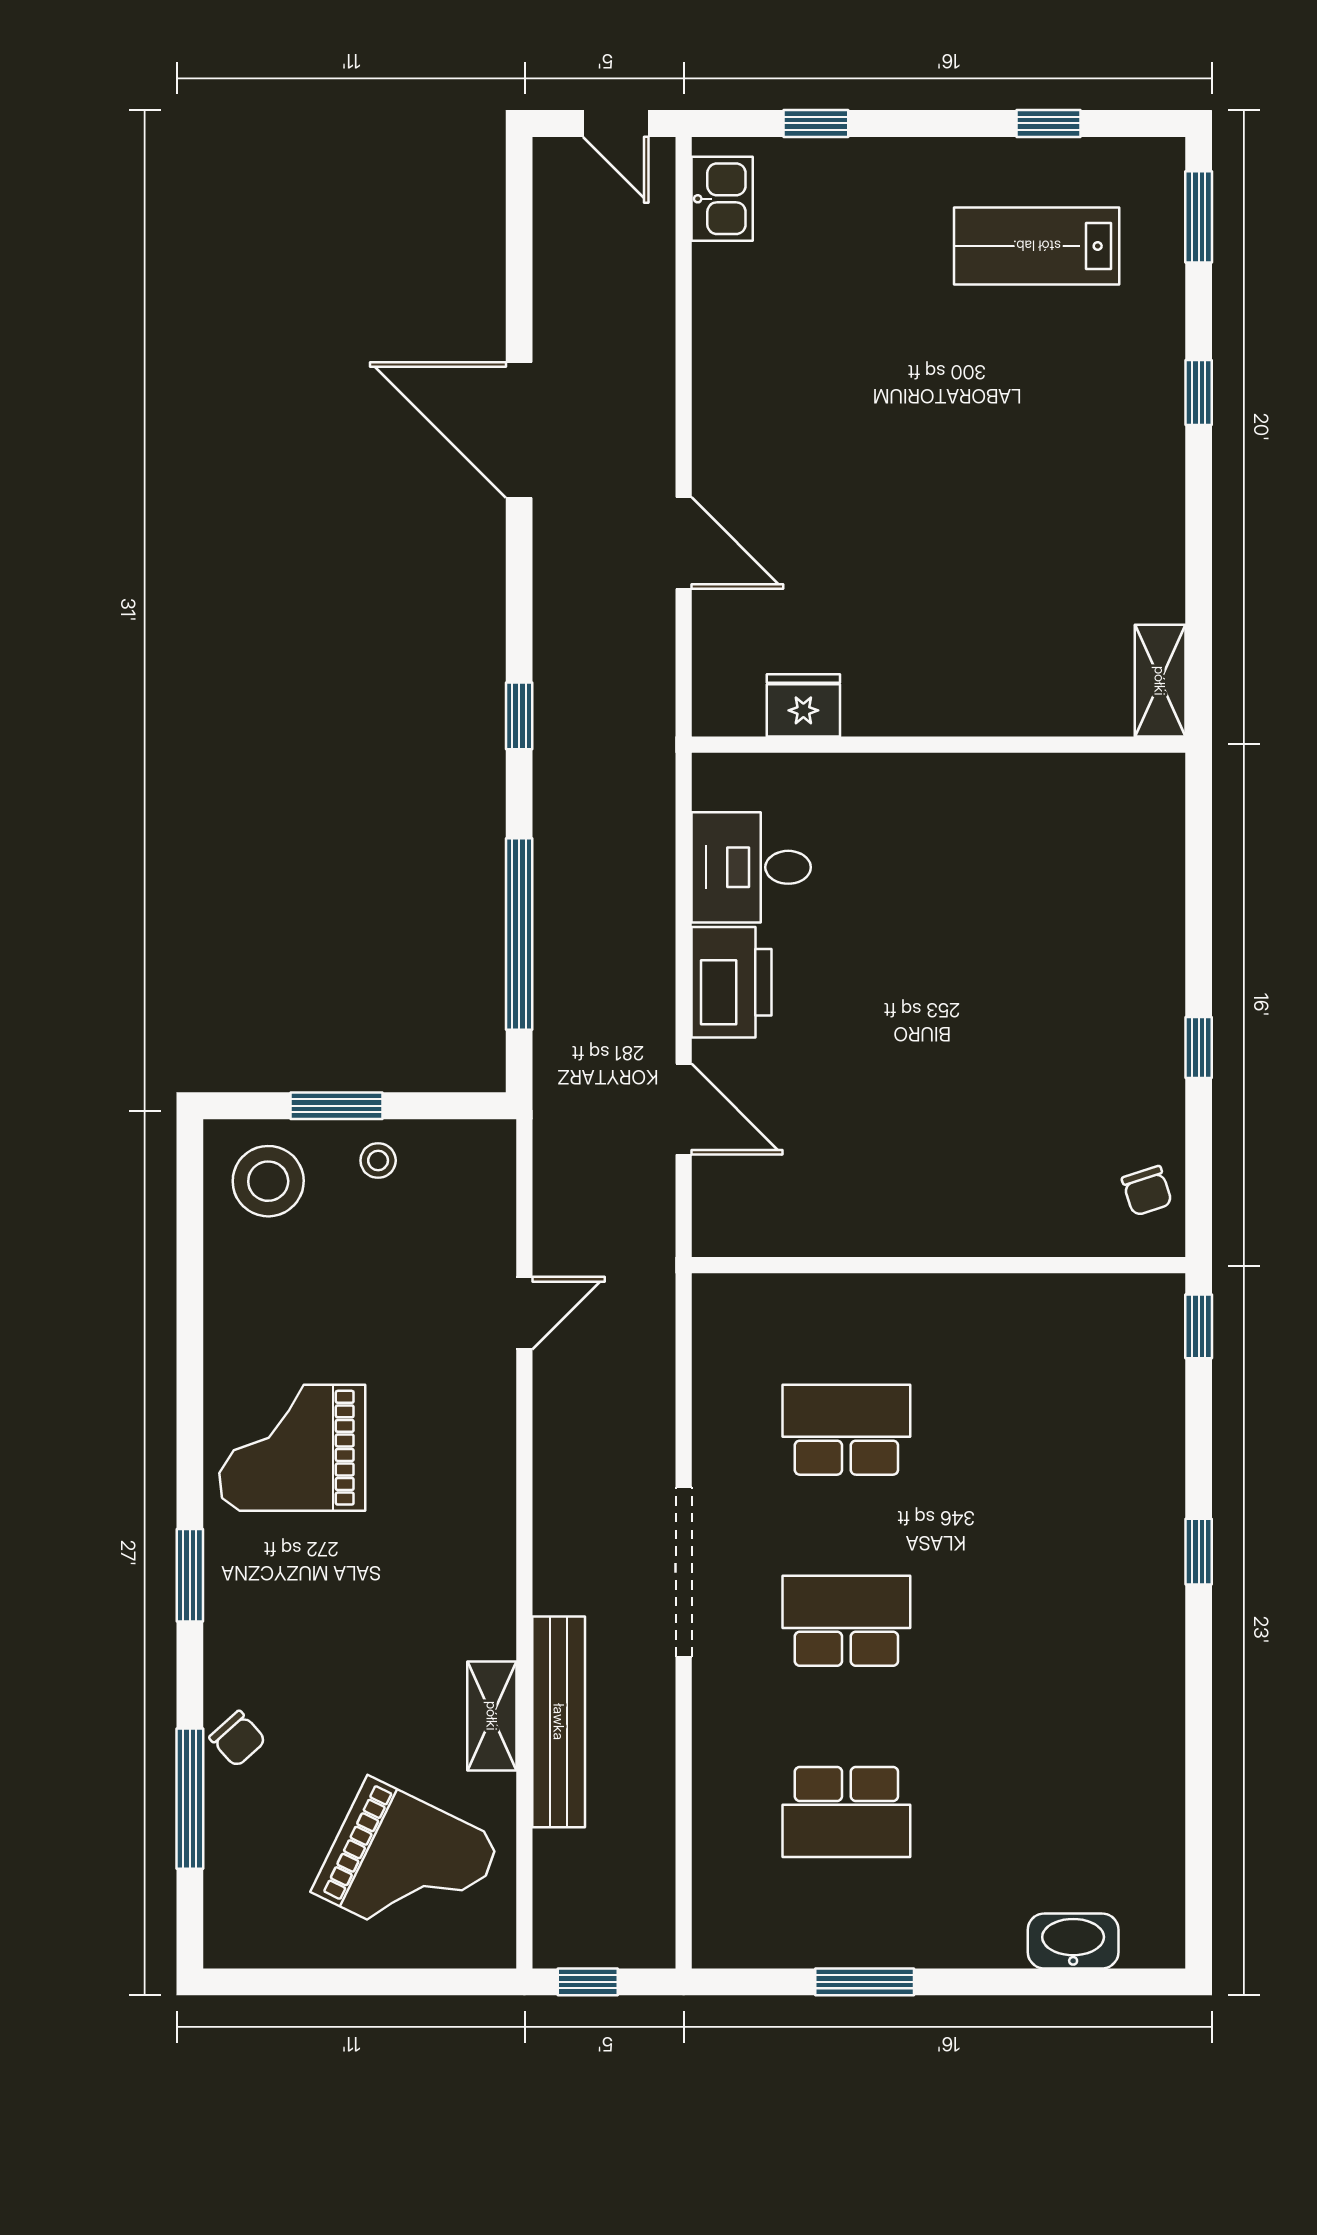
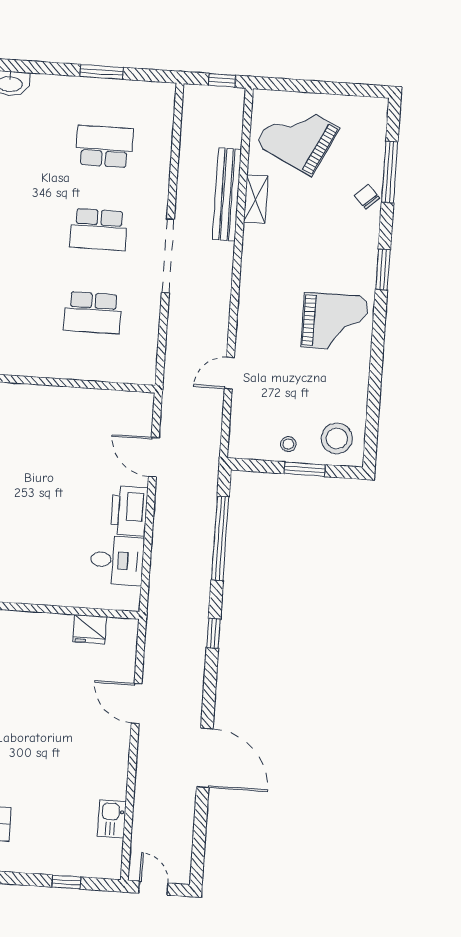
kitchen sink: (722, 199) -> (112, 819), moved

